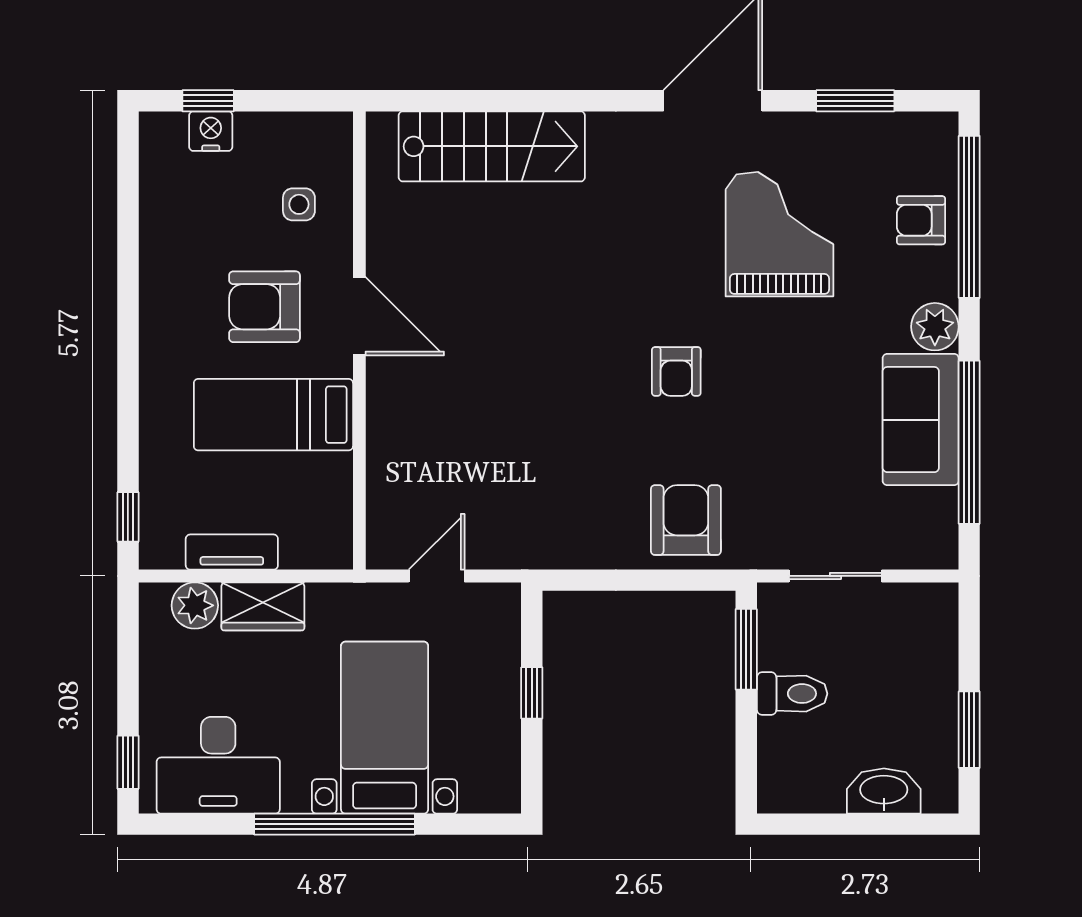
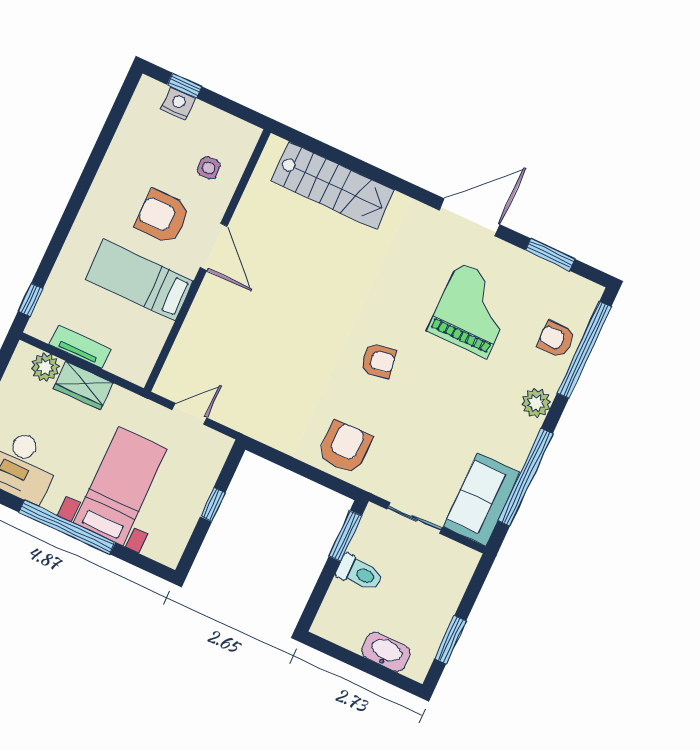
armchair: (676, 371) -> (378, 361), turned -100
sofa: (921, 420) -> (482, 499), moved

